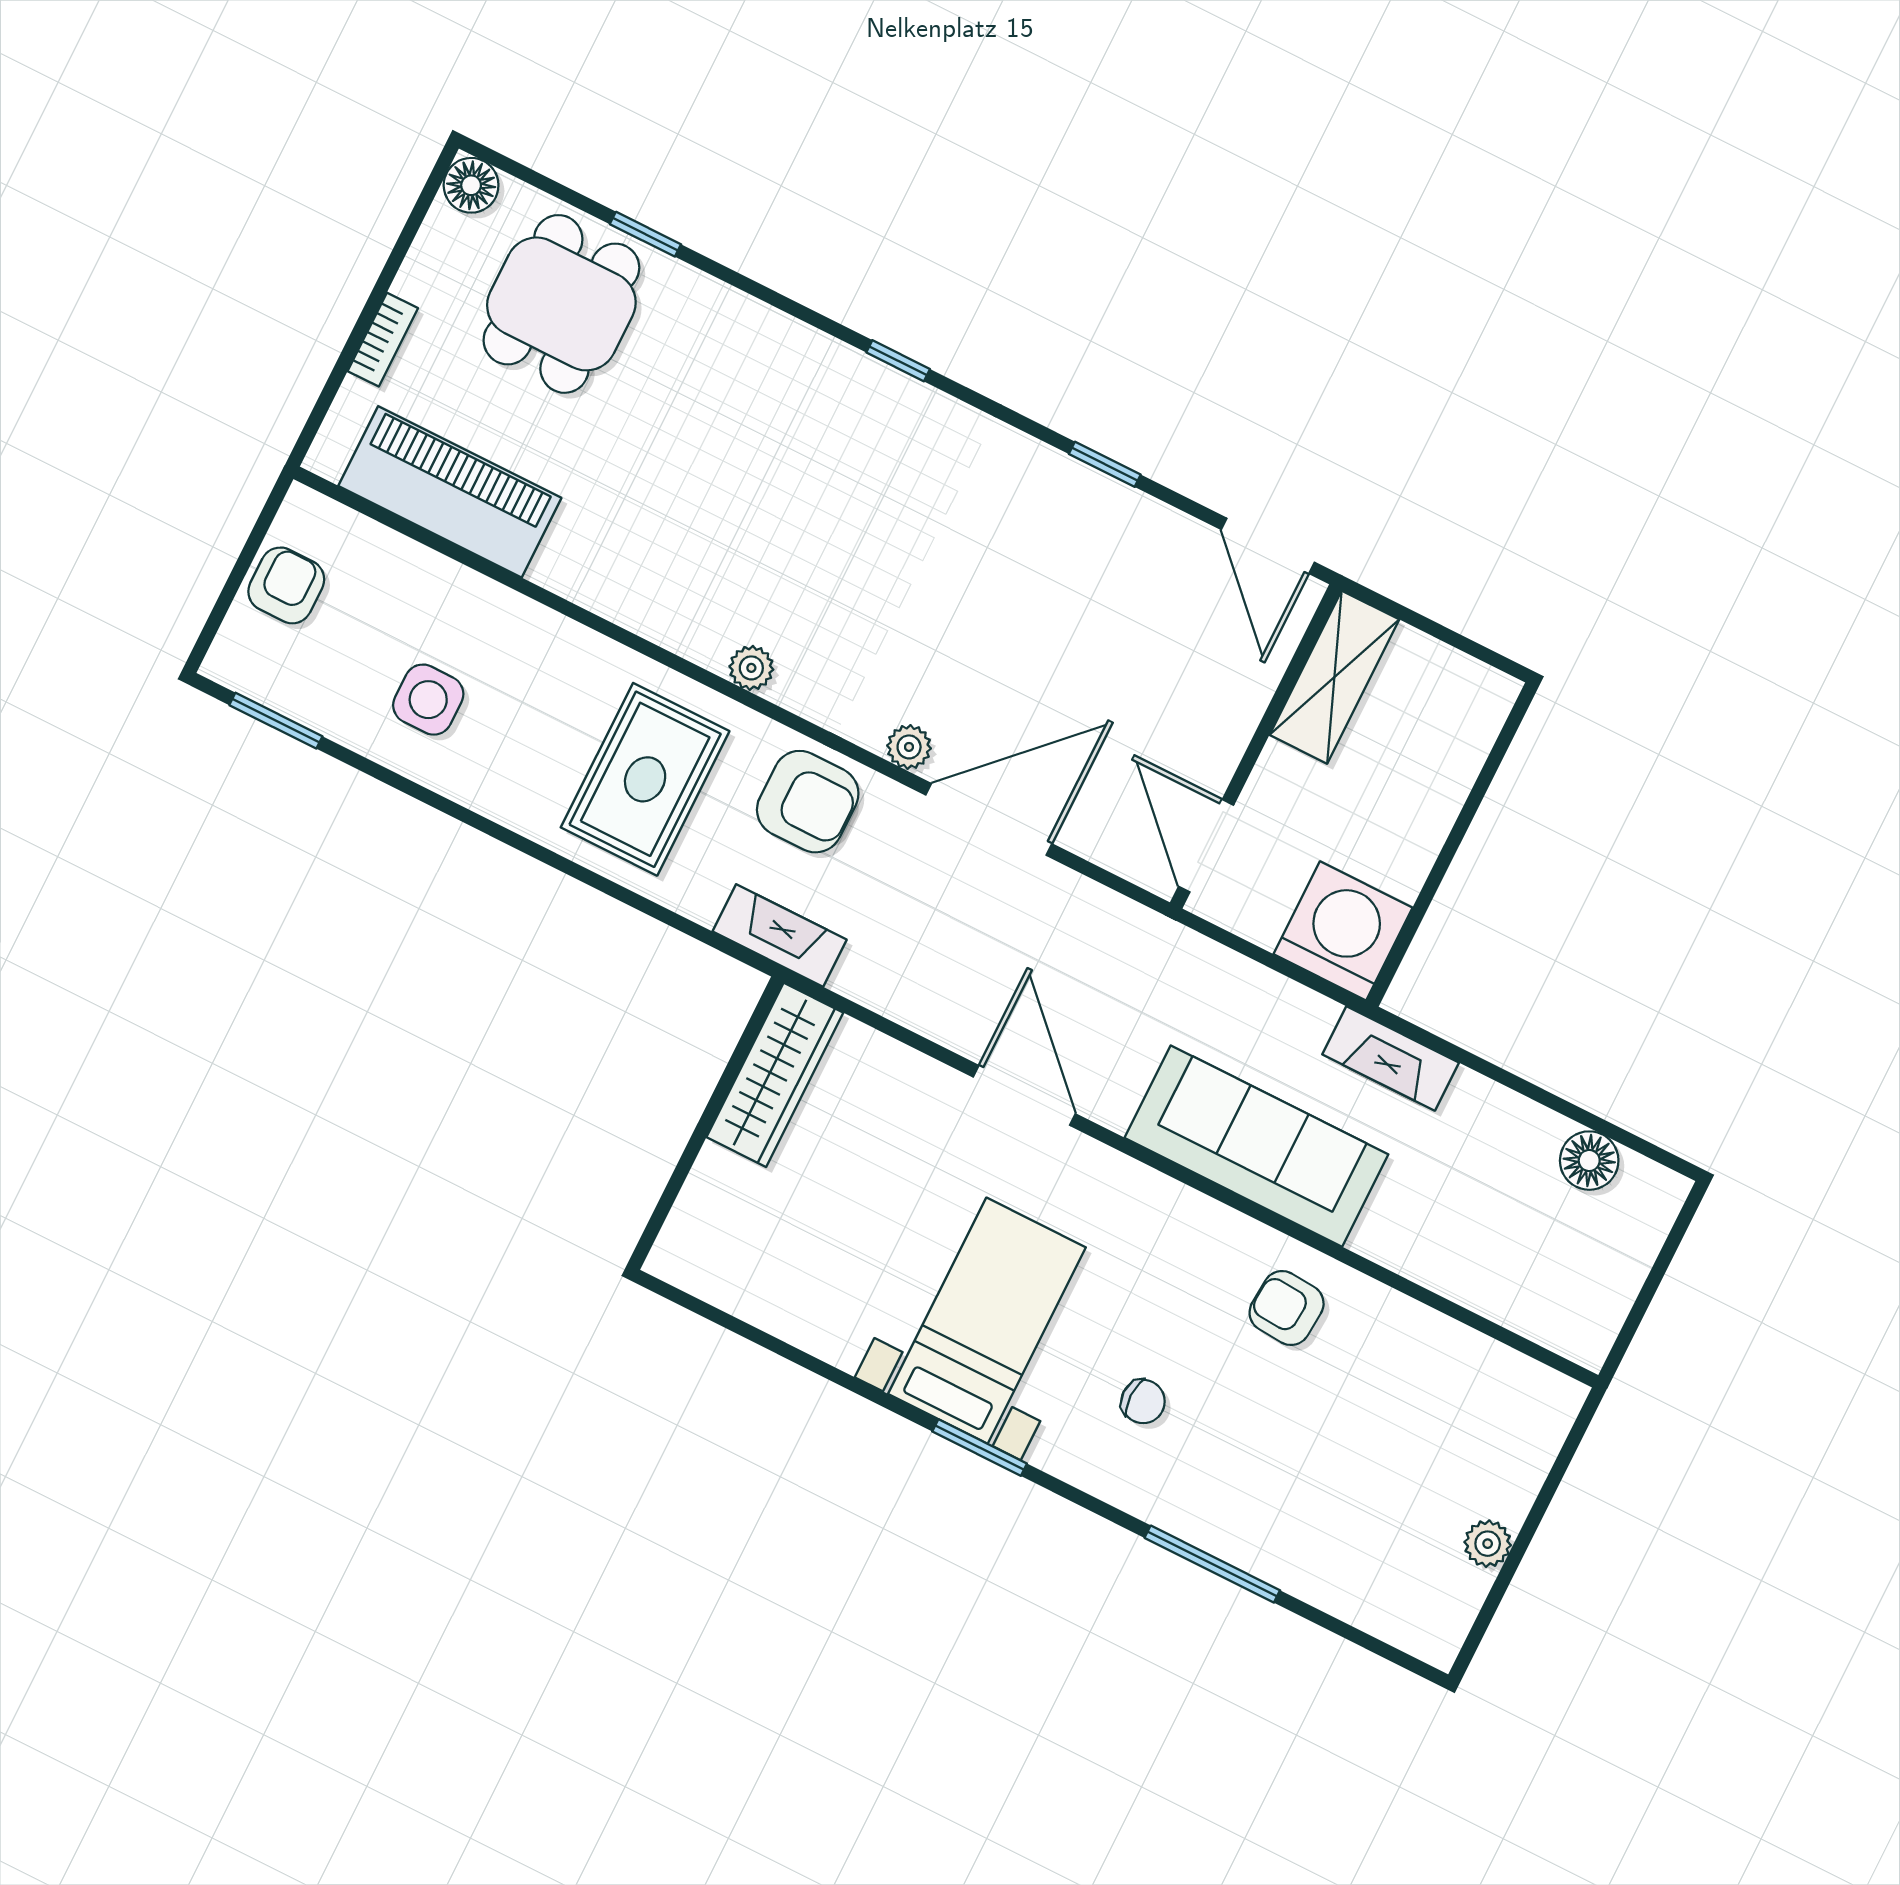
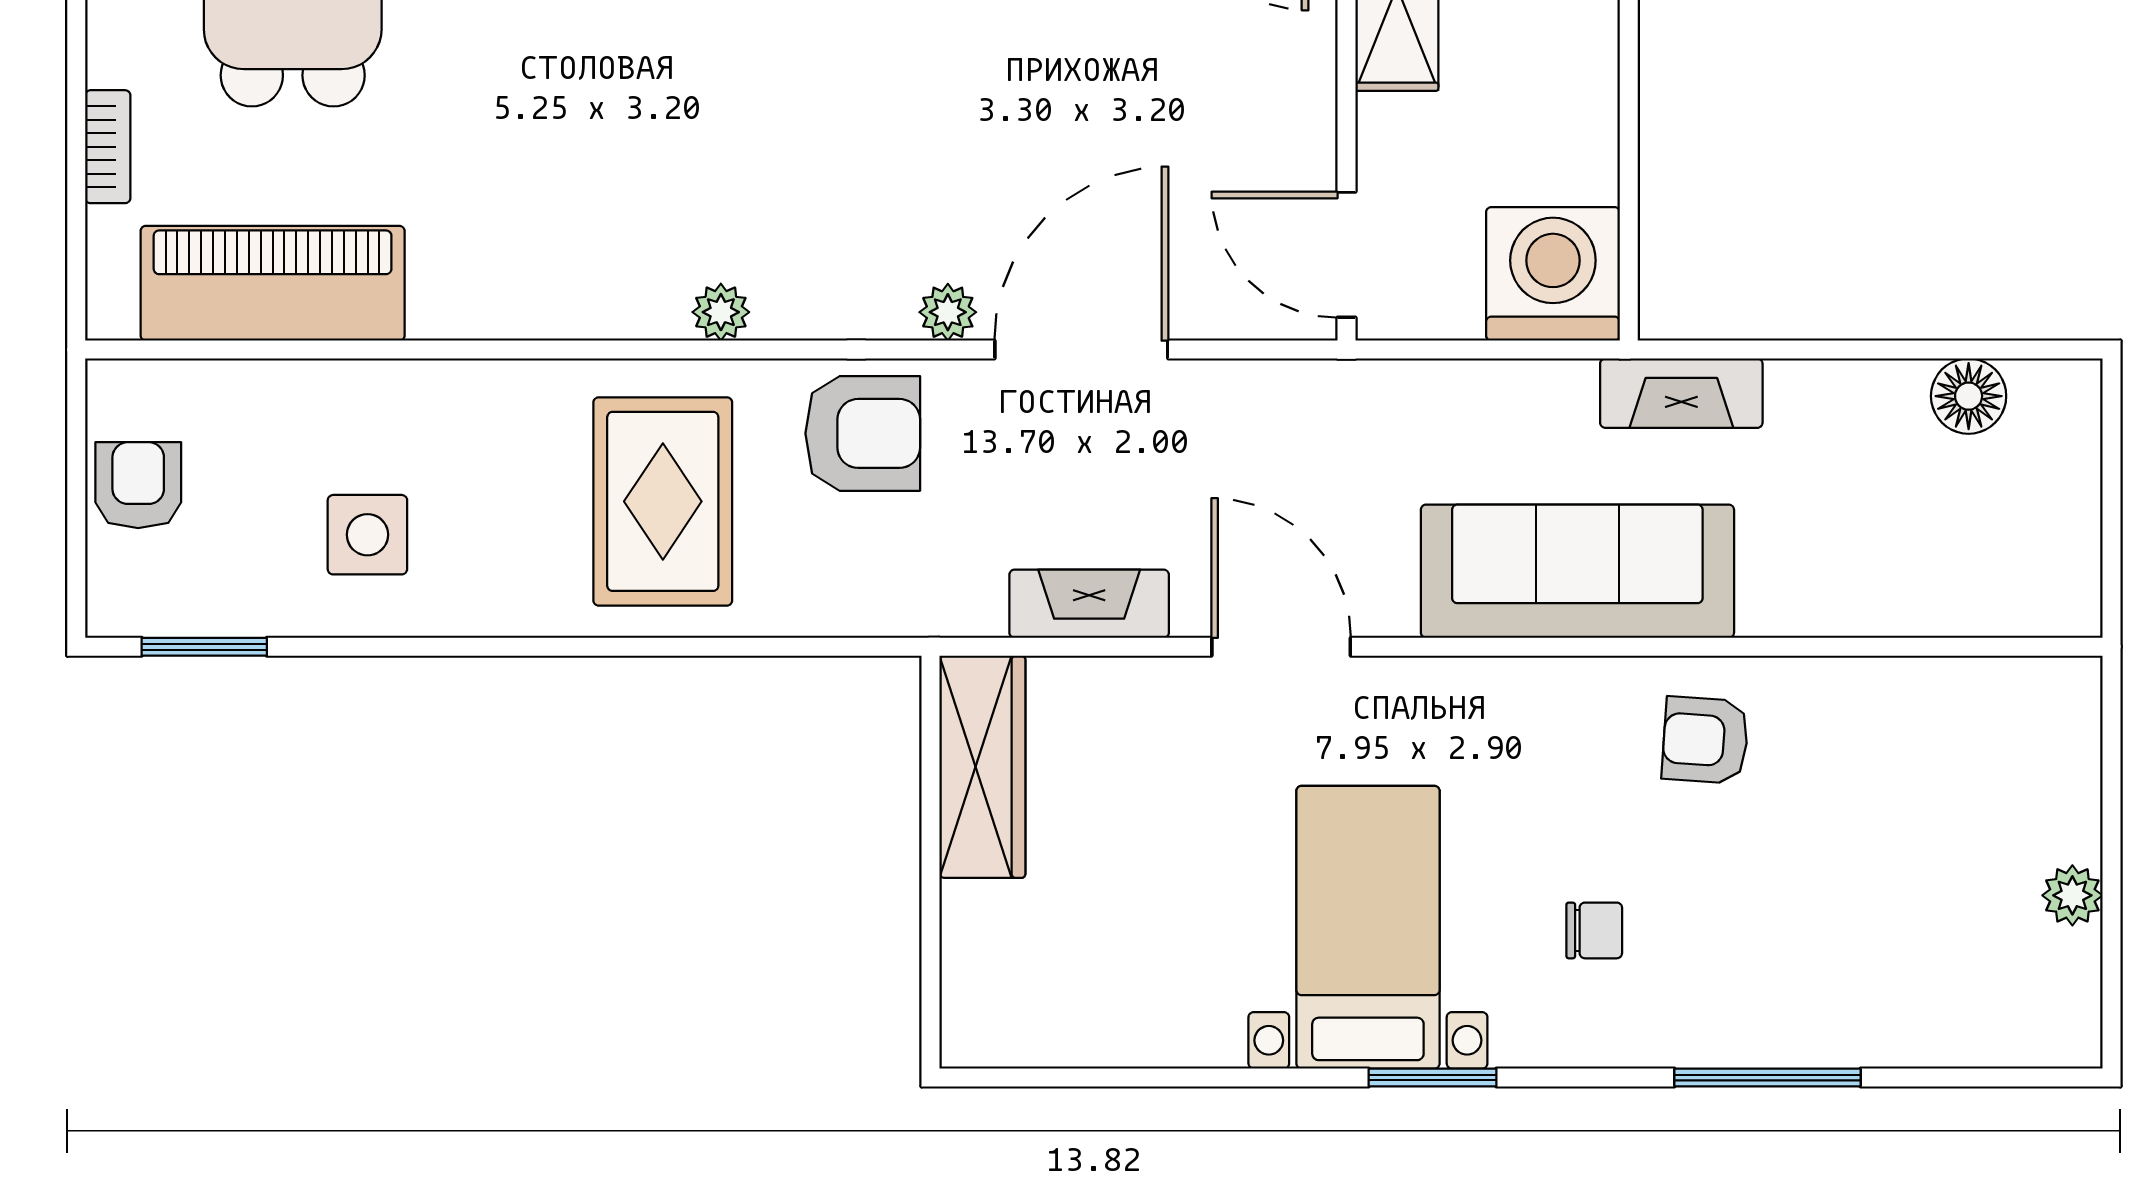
fireplace: (780, 936) -> (1089, 604), moved

